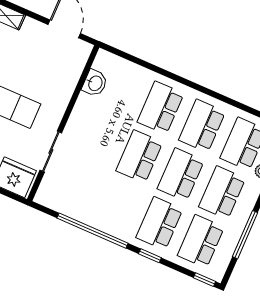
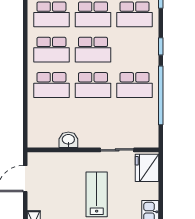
washbasin: (95, 83) -> (68, 140), moved
school desk: (159, 223) -> (135, 85), moved

